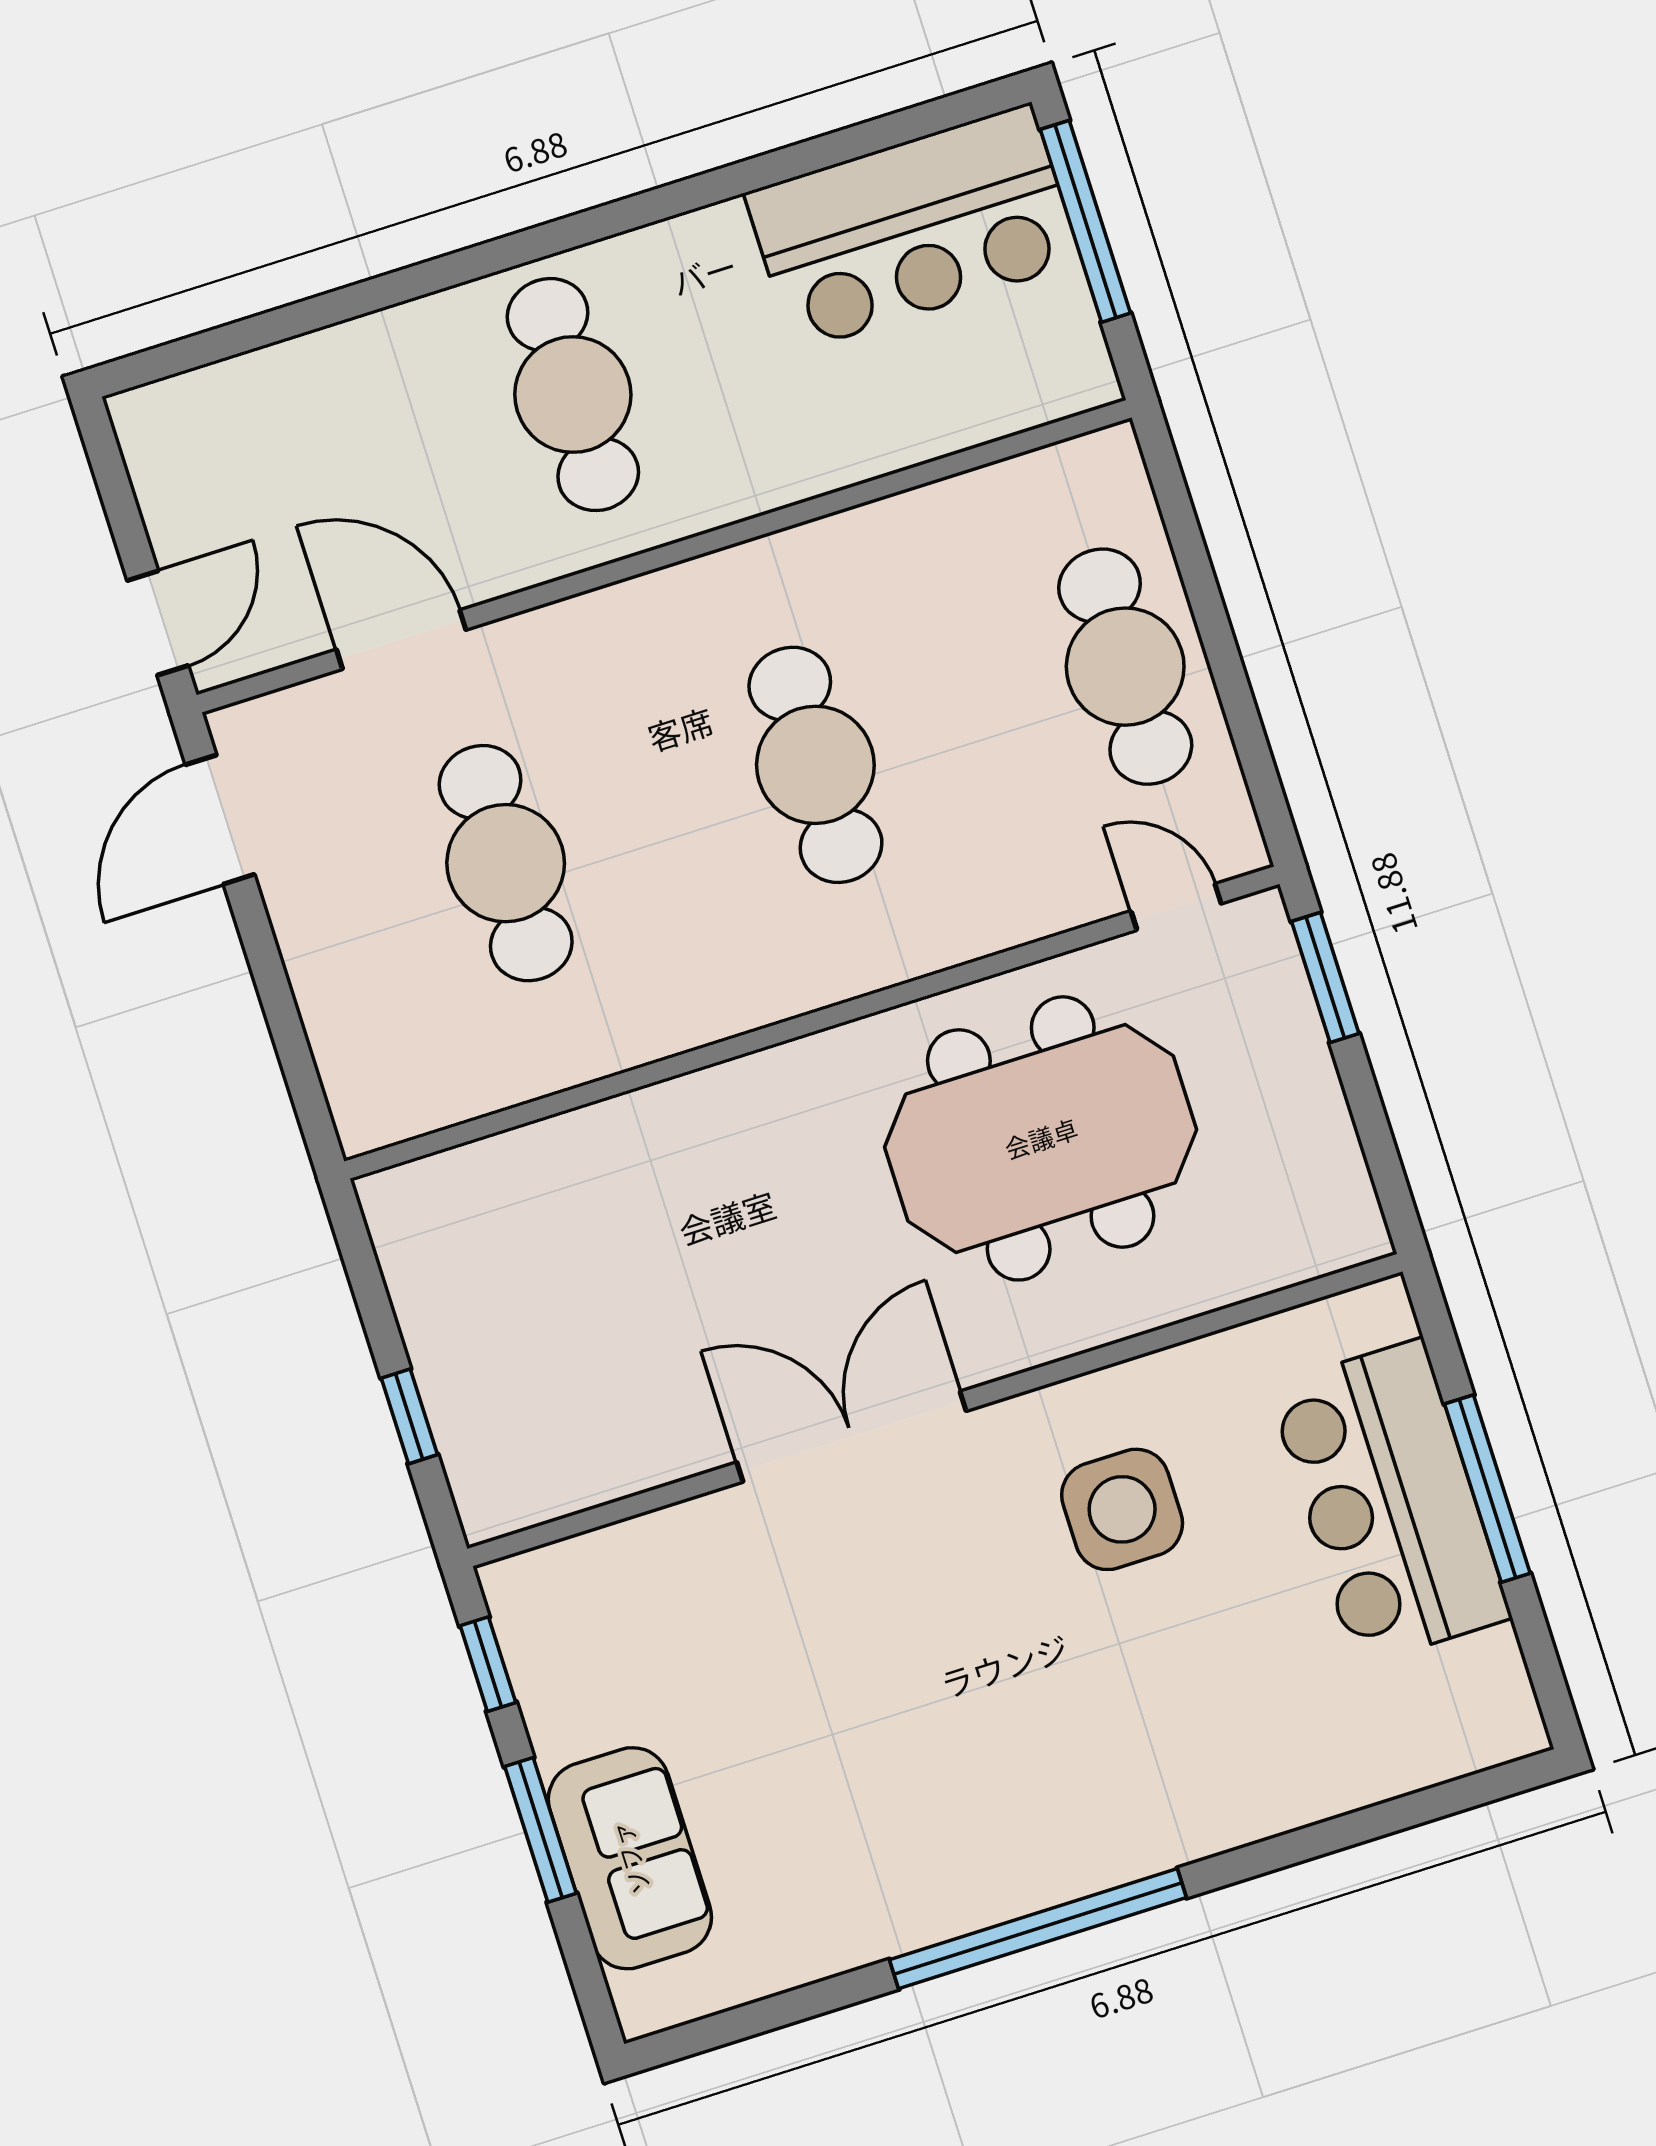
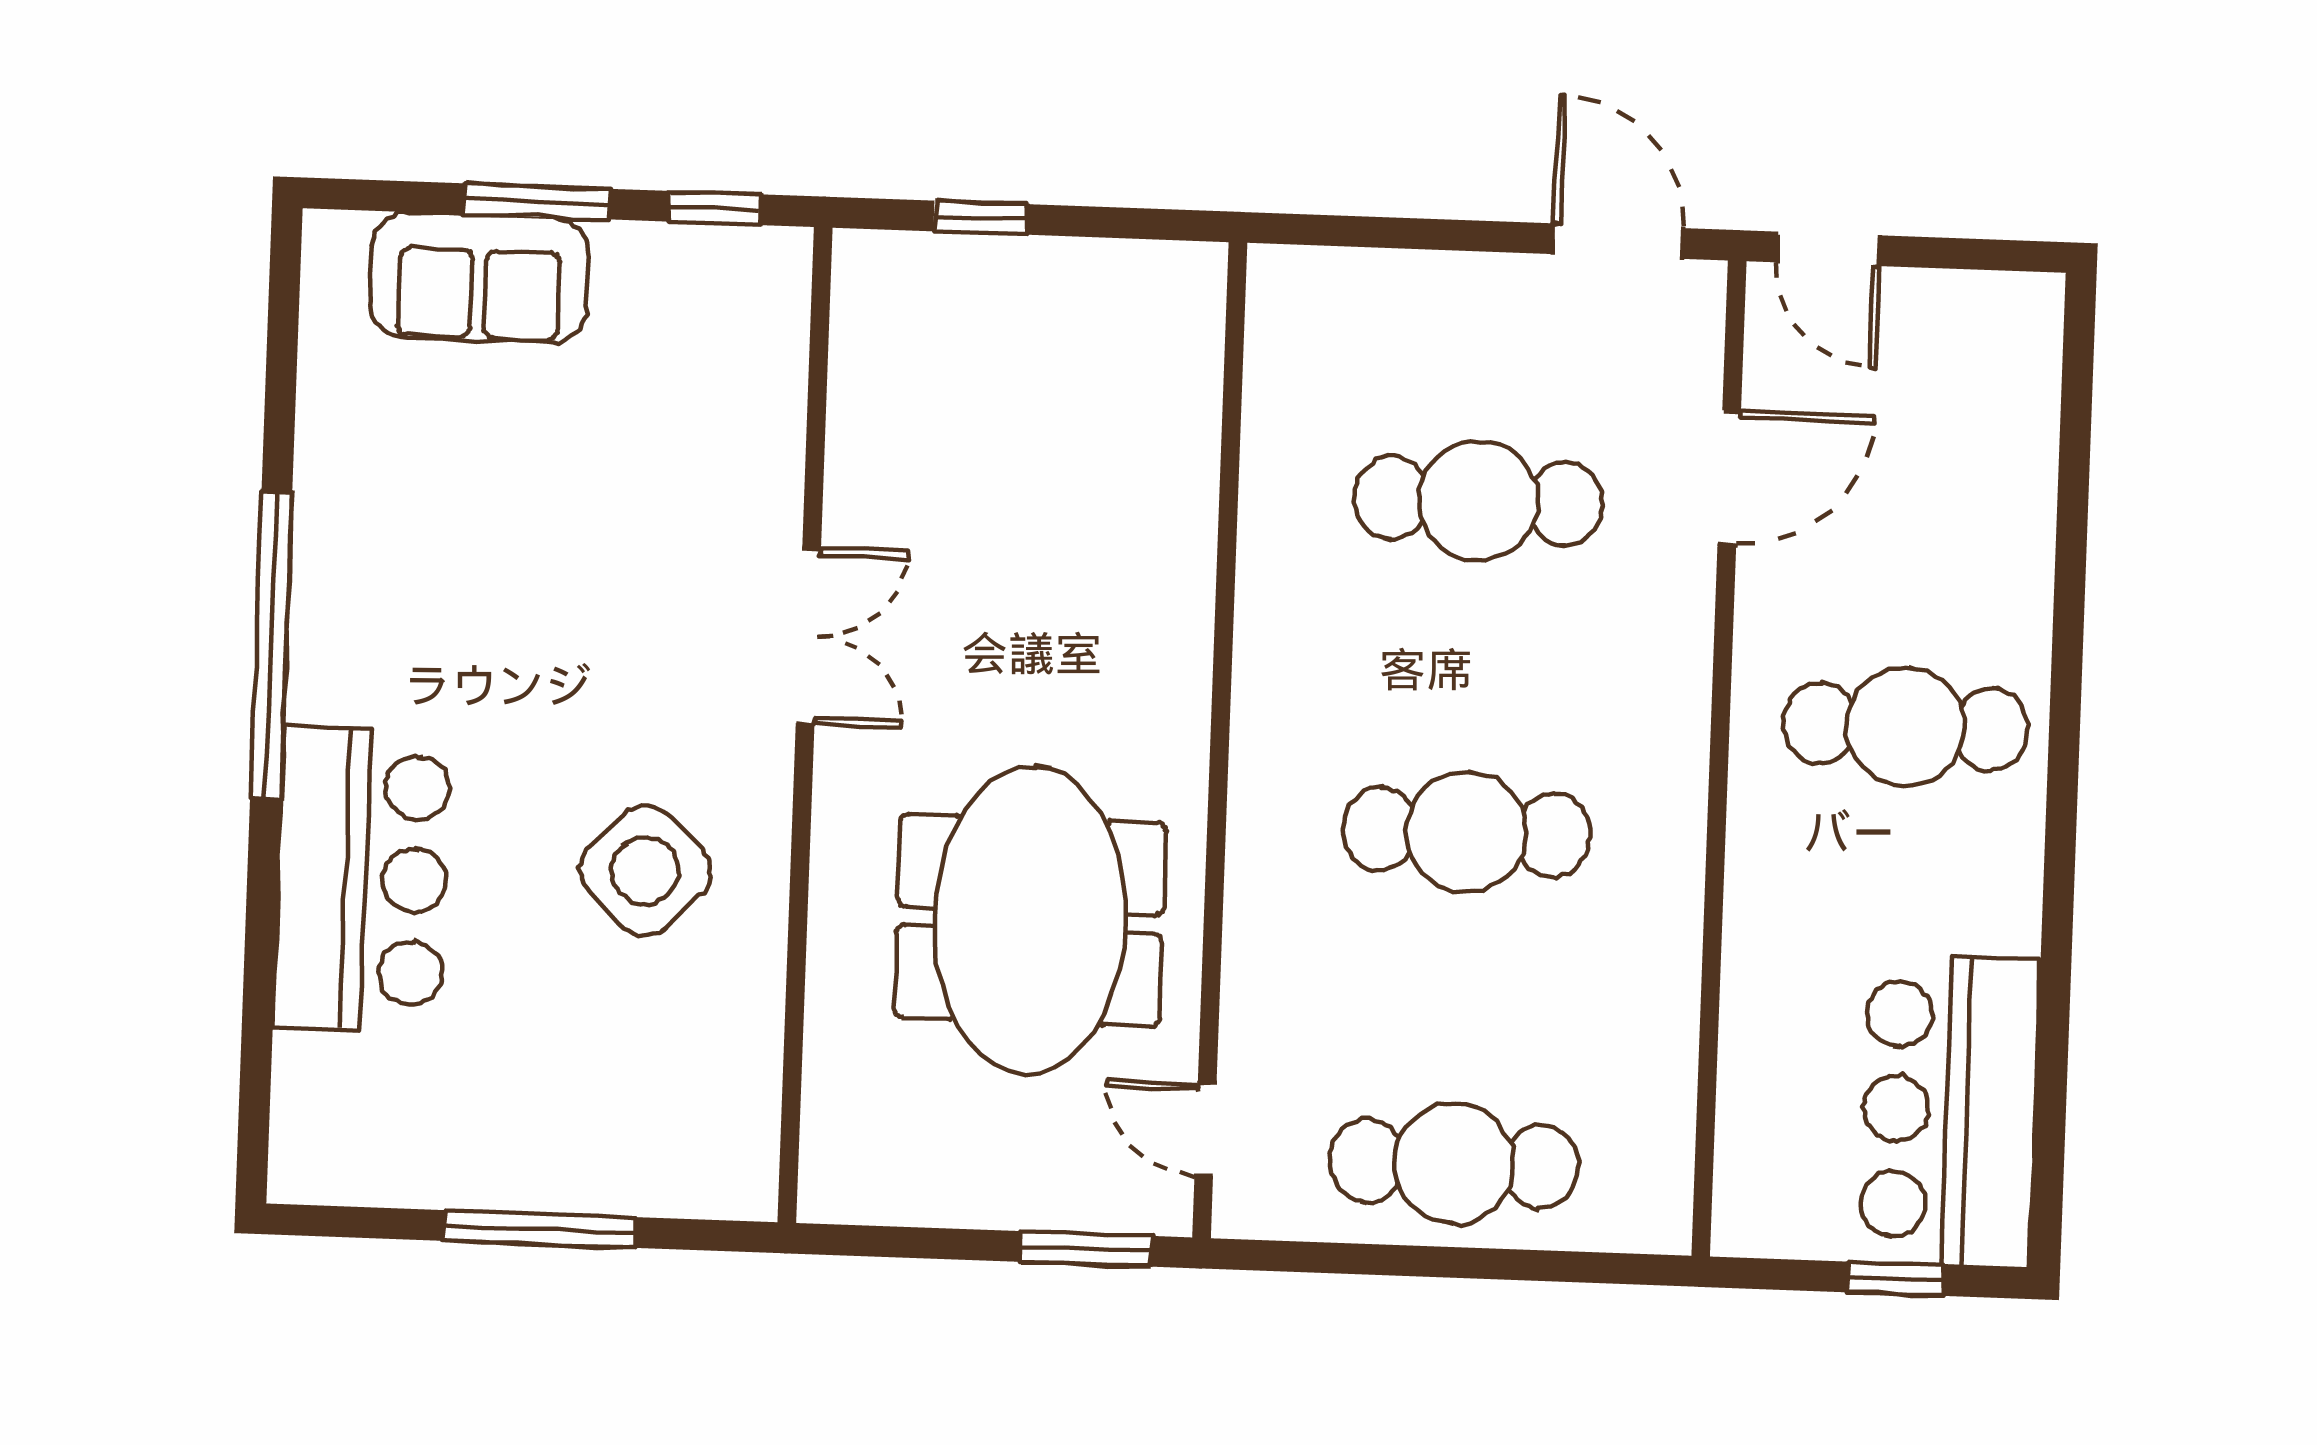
window: (1085, 221) -> (1896, 1279), width x0.46
door: (1176, 907) -> (1205, 1130), swing flipped
double door: (852, 1437) -> (808, 636), width x0.73
bar counter: (1390, 1502) -> (362, 879), moved, turned 90
side table: (1122, 1509) -> (645, 871), turned 45

